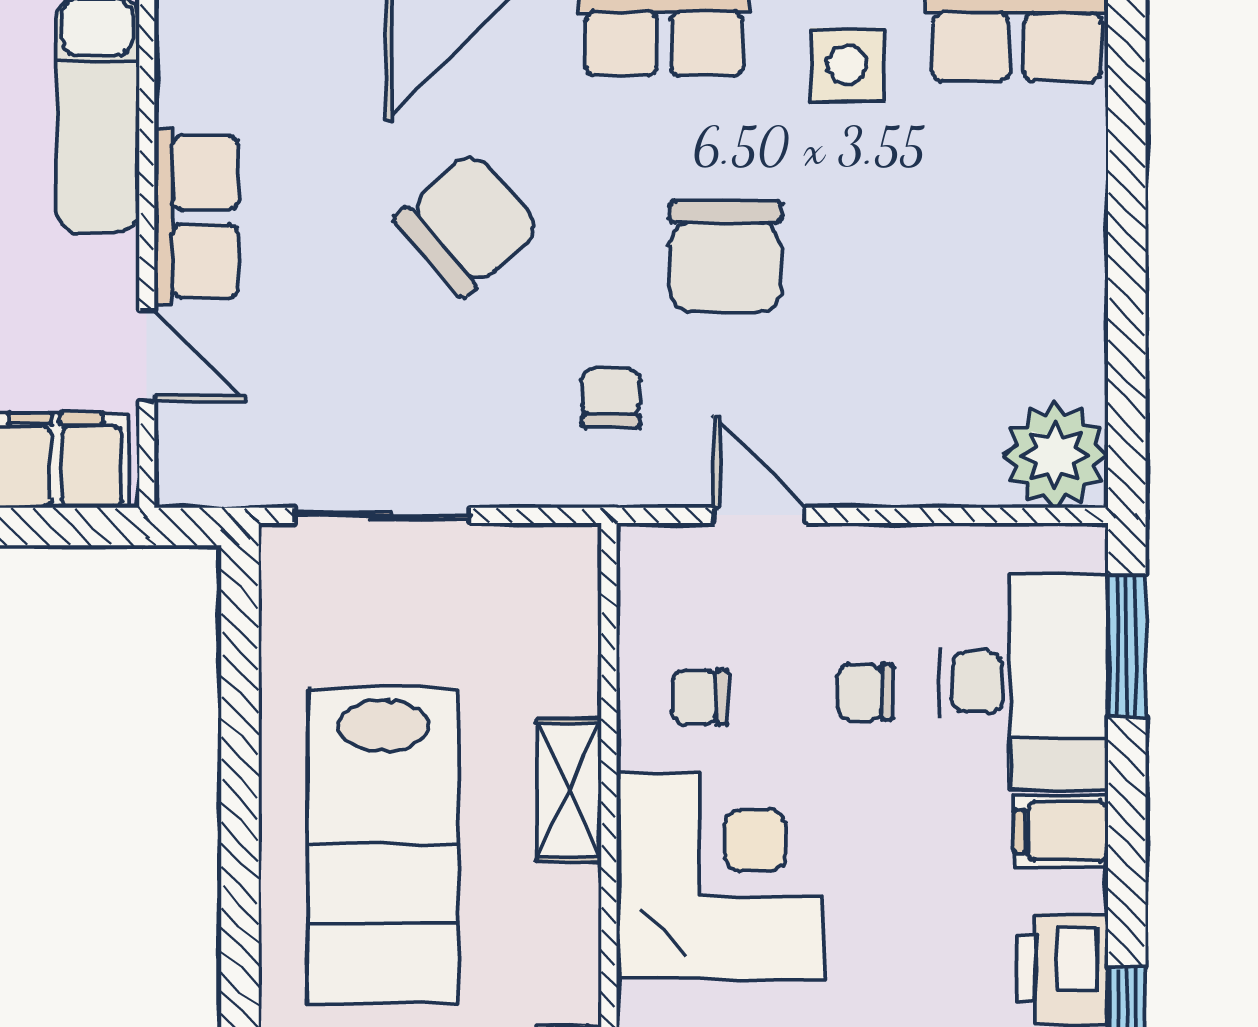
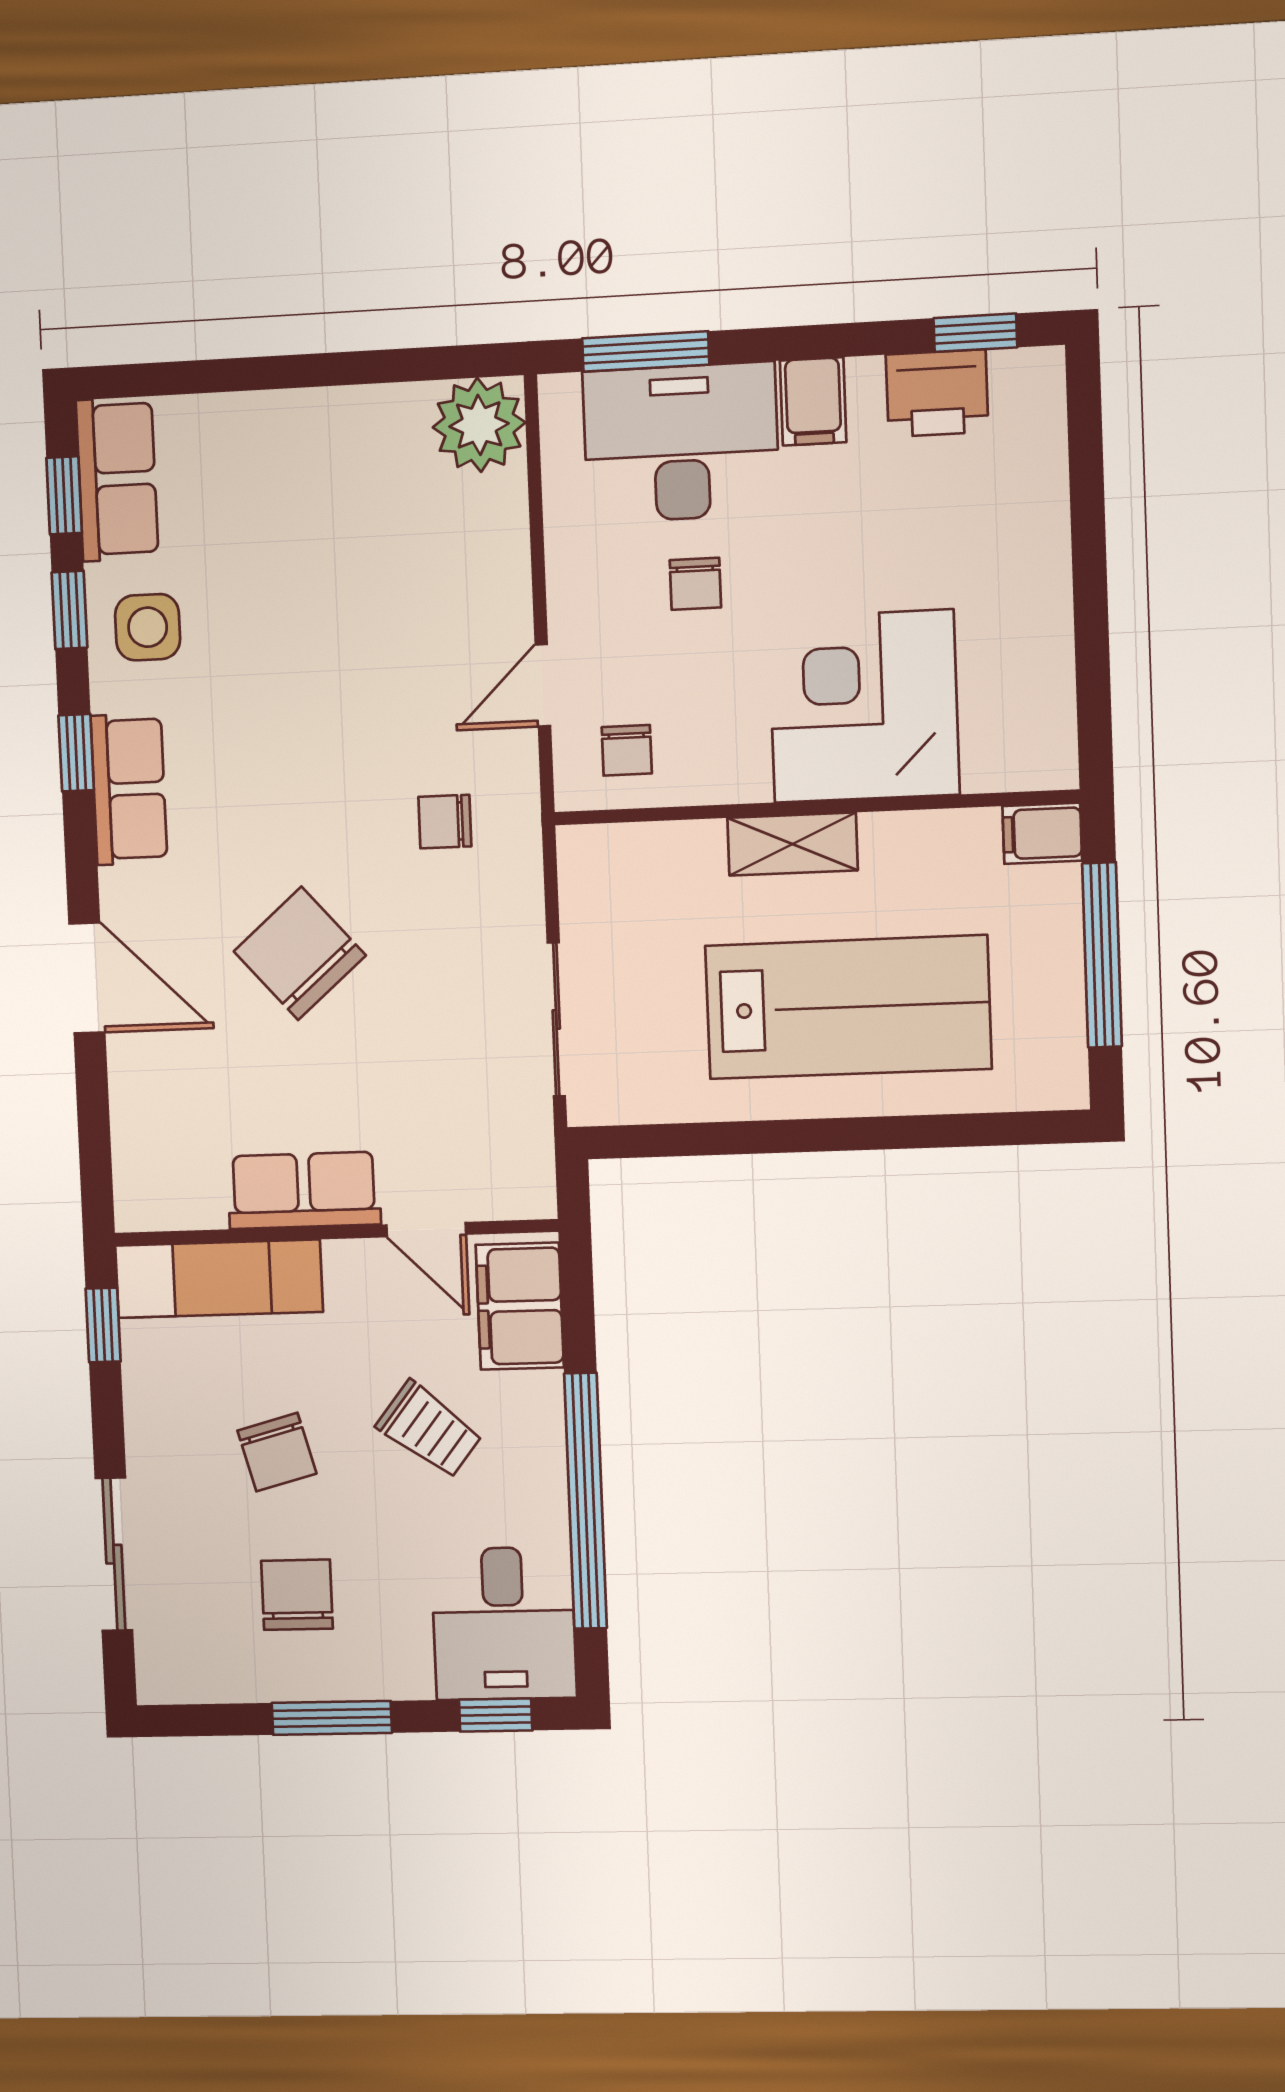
chair: (725, 257) -> (318, 726), removed
door: (147, 356) -> (426, 1230), swing flipped
chair: (700, 697) -> (627, 750), moved

